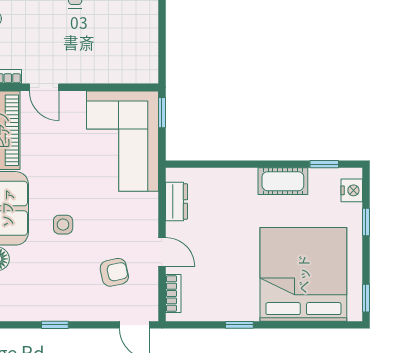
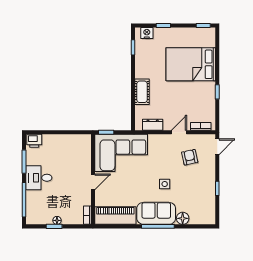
door: (44, 87) -> (93, 182), moved
cot: (283, 181) -> (142, 92), moved
bed: (303, 274) -> (191, 64), width x0.73

